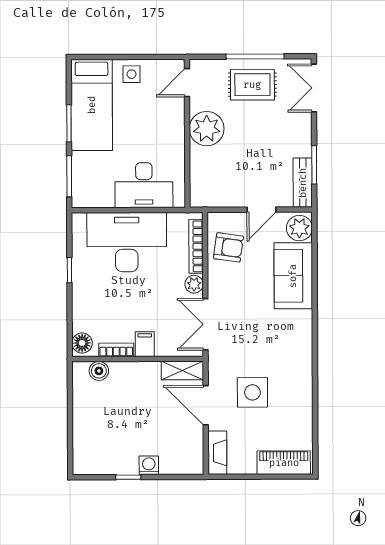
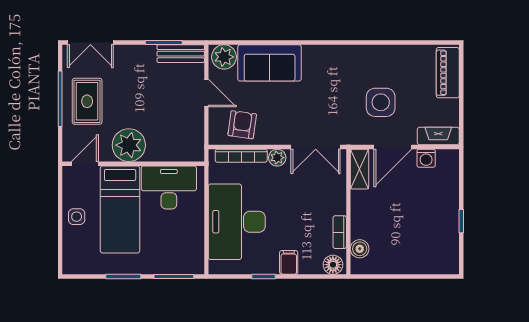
door: (187, 83) -> (85, 164), swing flipped
bed: (92, 105) -> (120, 209), moved, turned 90
desk: (144, 185) -> (169, 187), moved, turned -90
filing cabinet: (145, 344) -> (289, 262), moved, turned 90
washing machine: (149, 465) -> (426, 158), moved, turned -90

